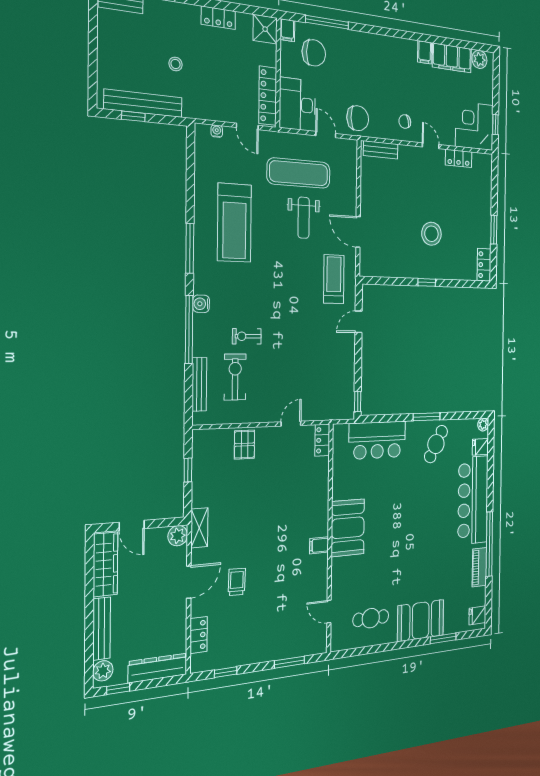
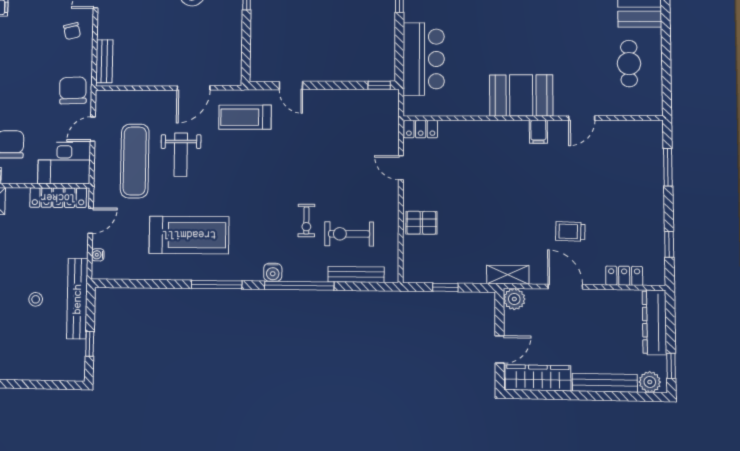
bench: (143, 103) -> (77, 299), moved
weight bench: (304, 218) -> (181, 155), turned 90
door: (329, 612) -> (582, 118), moved

